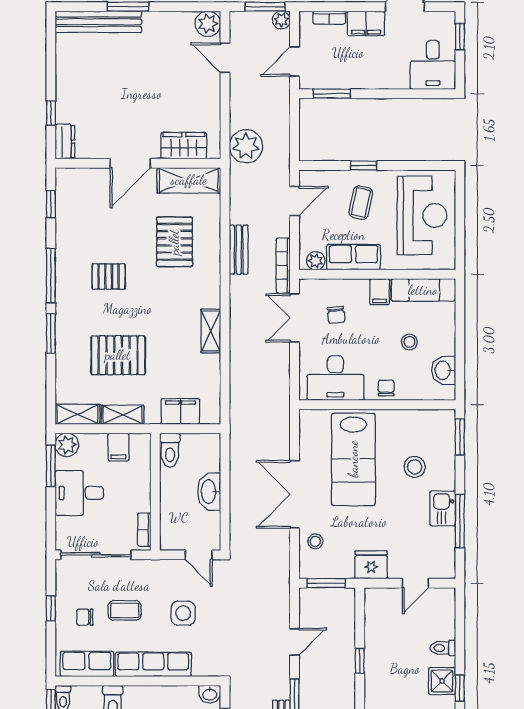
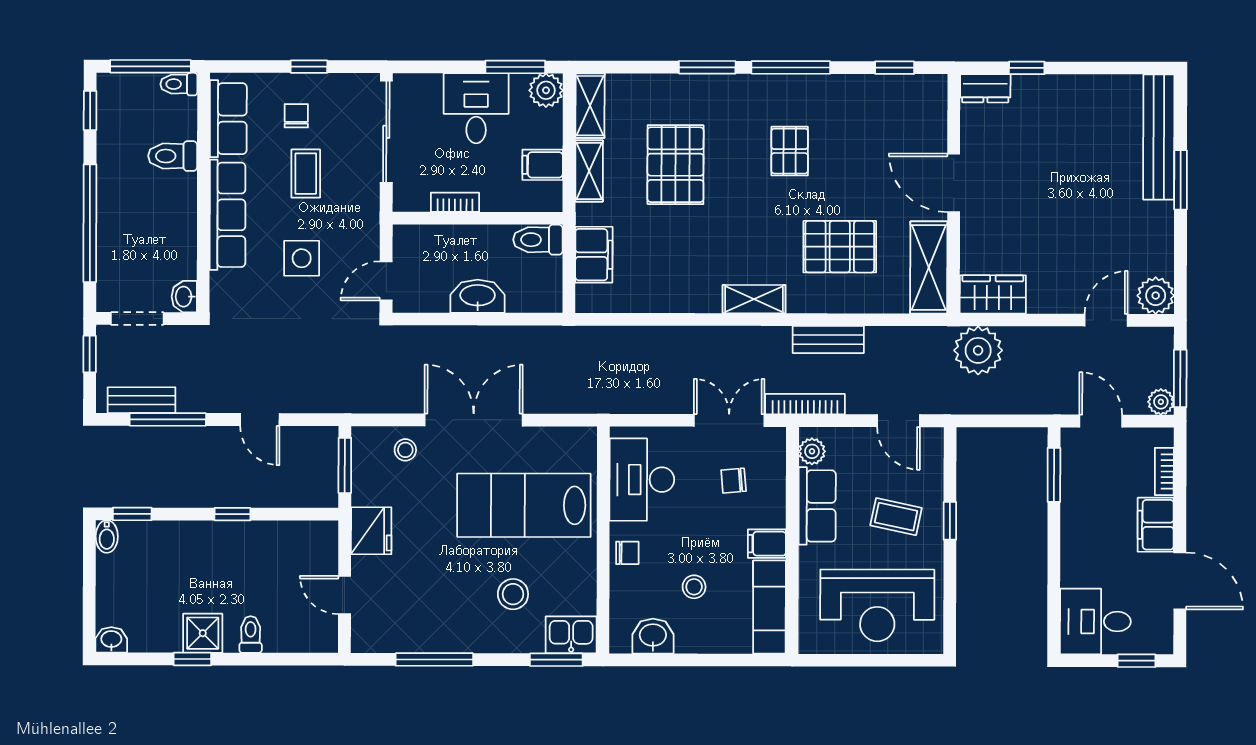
wardrobe: (184, 146) -> (993, 294), moved, turned -90
shelving: (211, 331) -> (754, 299), moved
kitchen sink: (443, 508) -> (571, 635), moved
bookcase: (144, 530) -> (455, 202), moved

